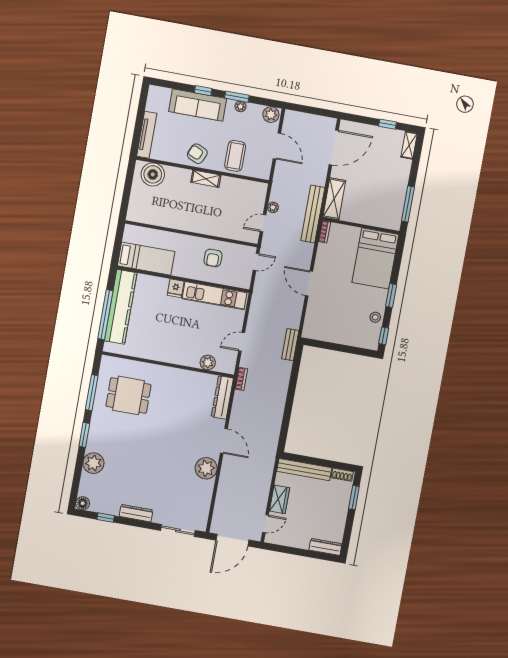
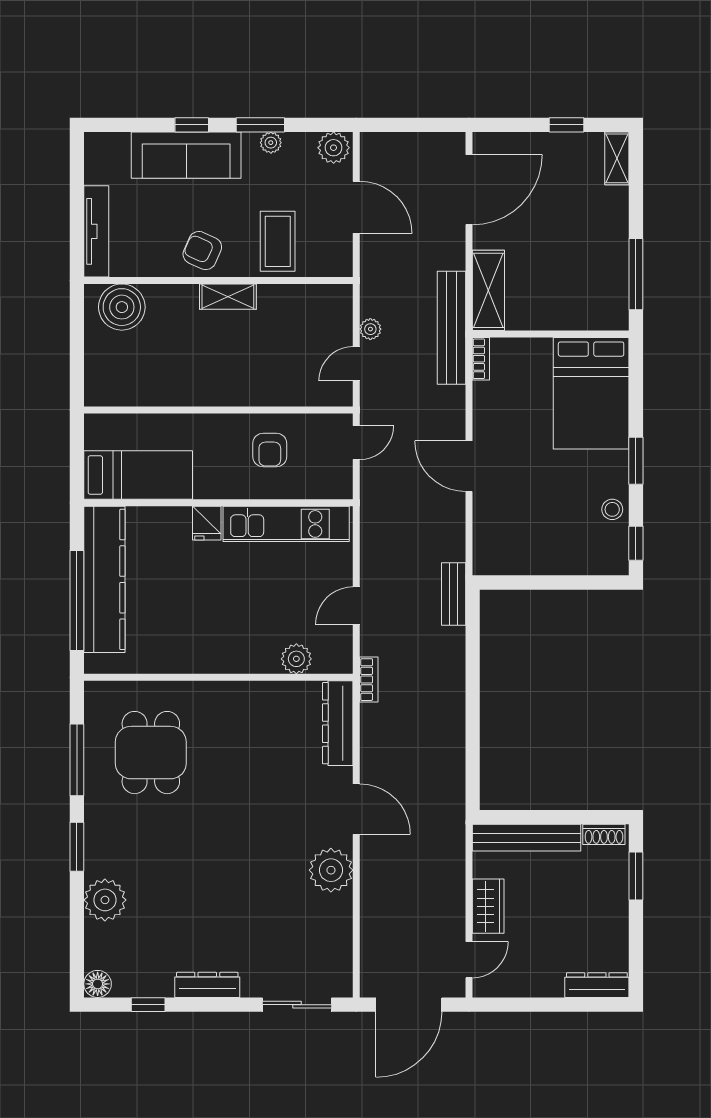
dining table: (128, 395) -> (151, 753), turned 90

